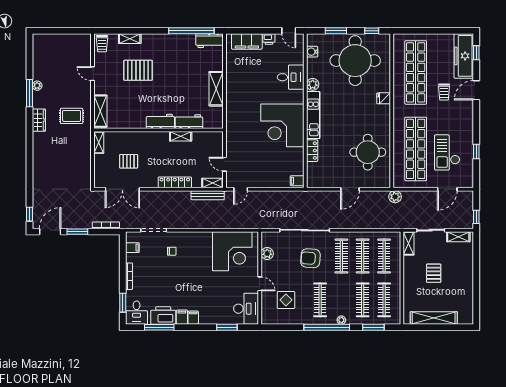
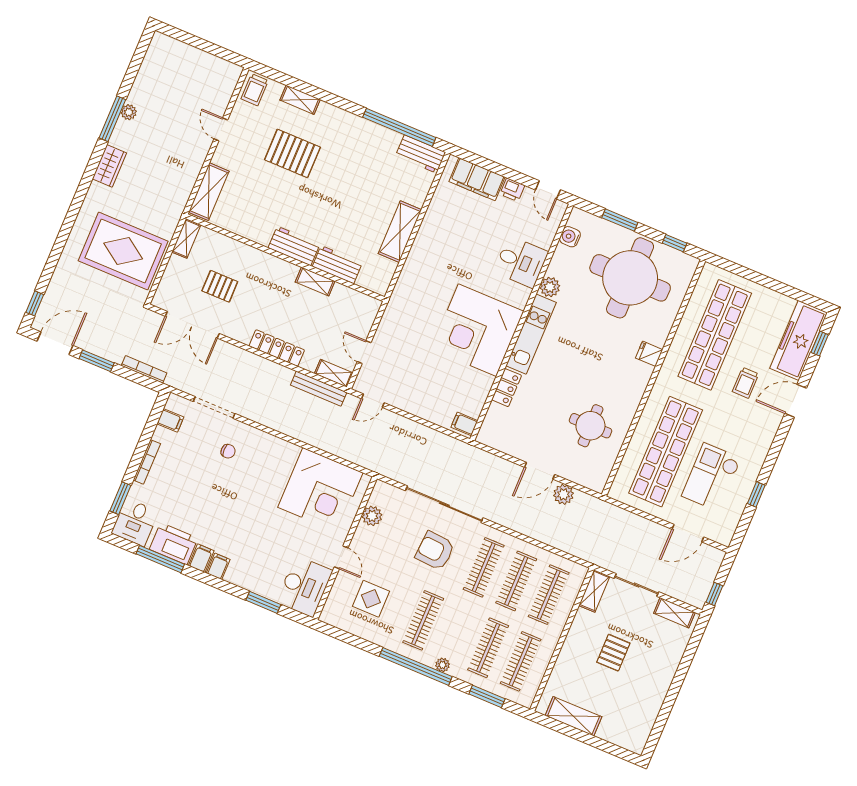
rug: (72, 116) -> (123, 251), moved, width x1.86, depth x2.06
round table: (368, 152) -> (590, 426), width x0.73, depth x0.73
plant: (395, 197) -> (563, 494), moved
shelving: (434, 318) -> (573, 716), width x0.68

